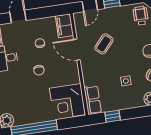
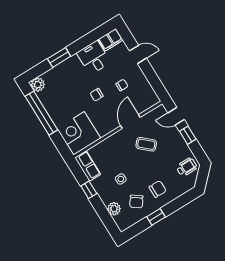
filing cabinet: (64, 26) -> (148, 101), removed
row of seats: (93, 100) -> (88, 166), moved, turned -90
window: (113, 116) -> (89, 190), moved

